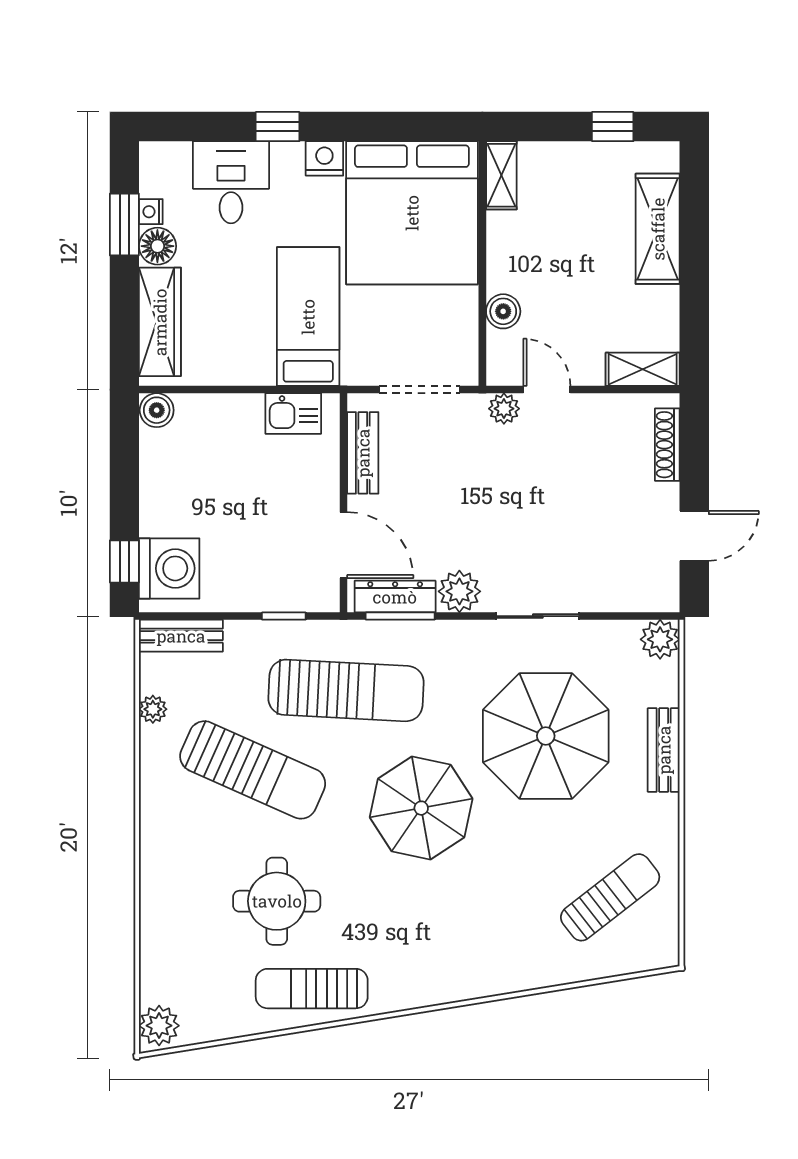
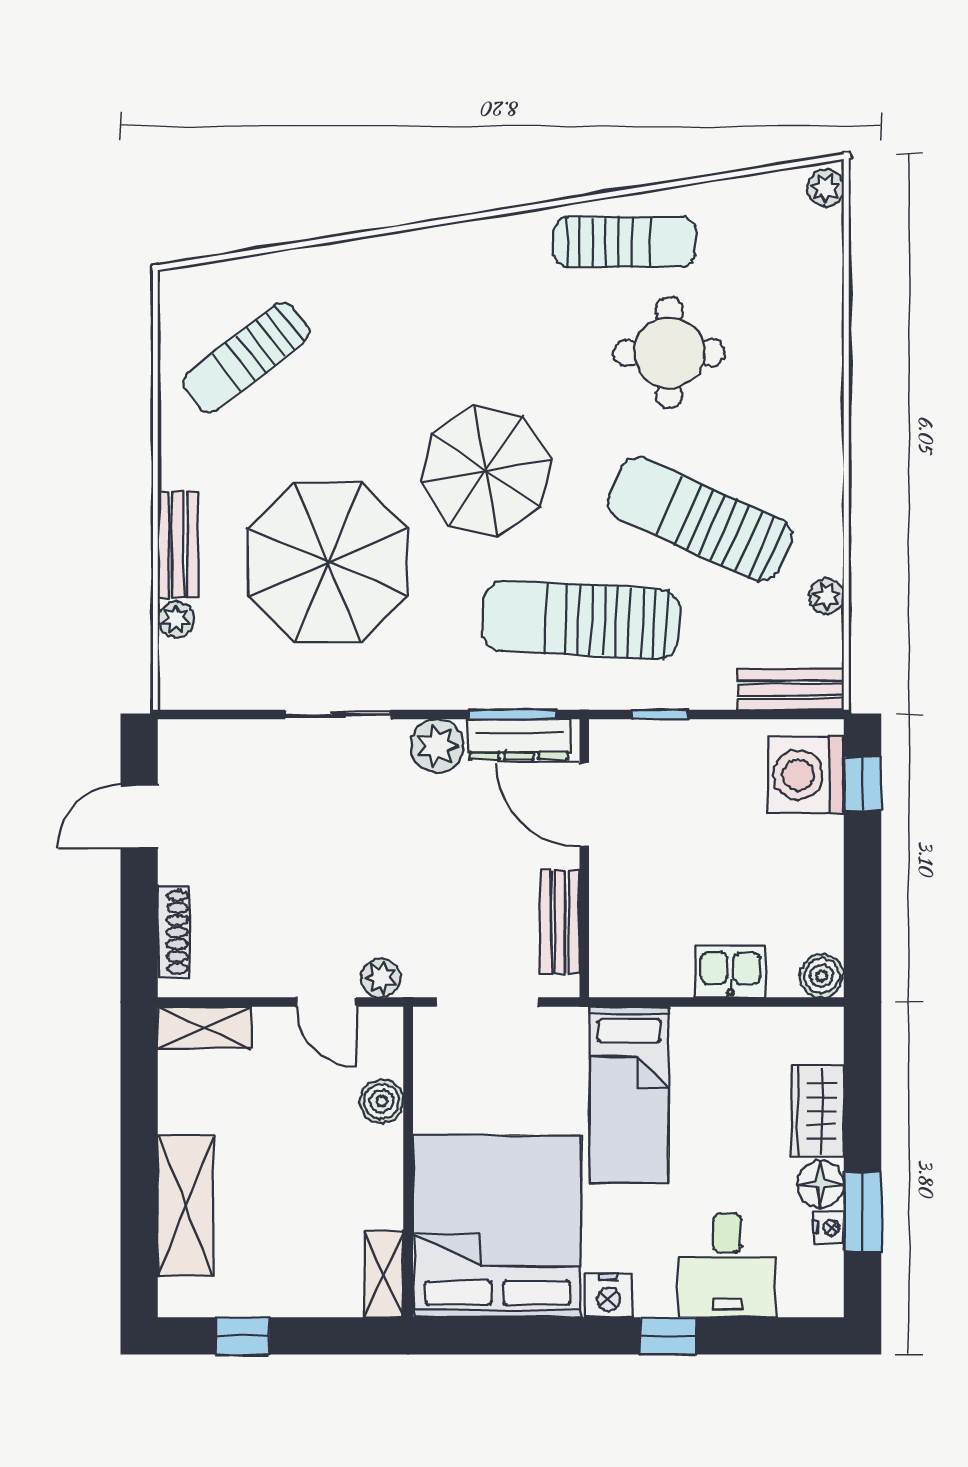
wardrobe: (160, 322) -> (817, 1111), width x0.67
kitchen sink: (293, 413) -> (730, 972), moved
plant: (660, 639) -> (176, 619), moved, width x0.73, depth x0.73
plant: (159, 1026) -> (825, 188), width x0.73, depth x0.73

